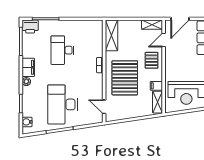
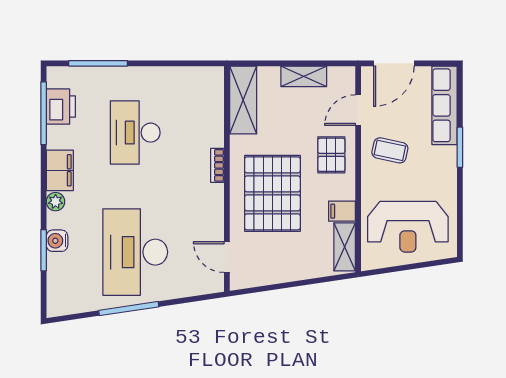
shelving: (152, 25) -> (304, 76), moved
printer: (30, 27) -> (61, 107), moved, turned -90
coffee table: (178, 58) -> (390, 150), added
water cooler: (27, 122) -> (57, 241), moved

